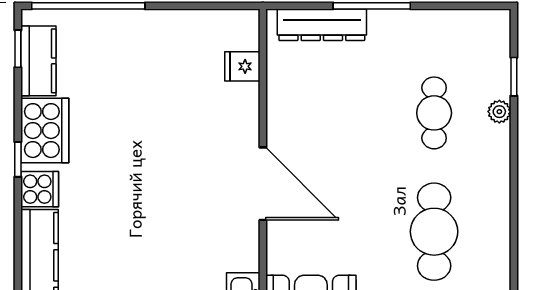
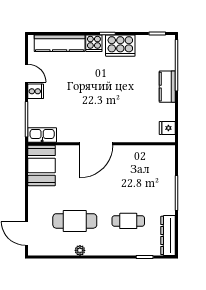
dresser: (322, 25) -> (168, 235), moved
kitchen counter: (38, 61) -> (167, 87), moved, turned 90
fridge: (242, 66) -> (167, 128), moved, turned -90
plant: (499, 112) -> (80, 250), moved

